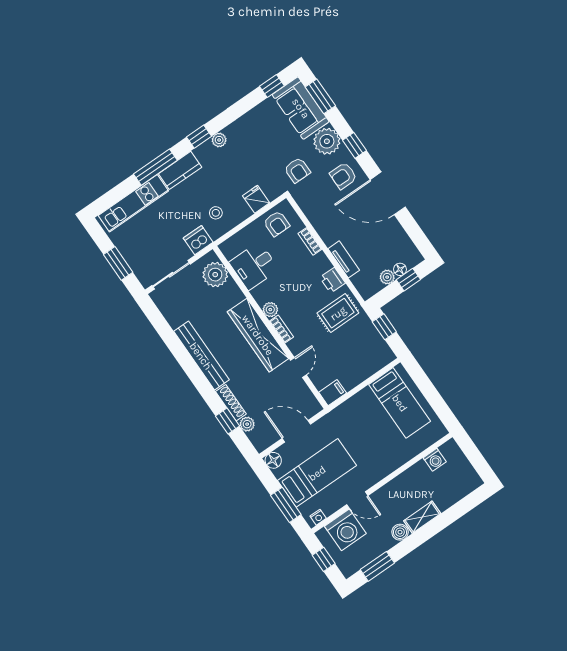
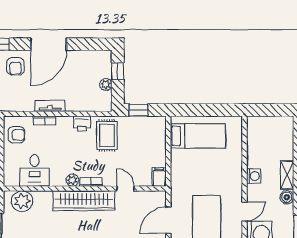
tv unit: (344, 259) -> (50, 106), moved
floor lamp: (400, 269) -> (107, 72), removed
washing machine: (435, 460) -> (254, 176), moved

